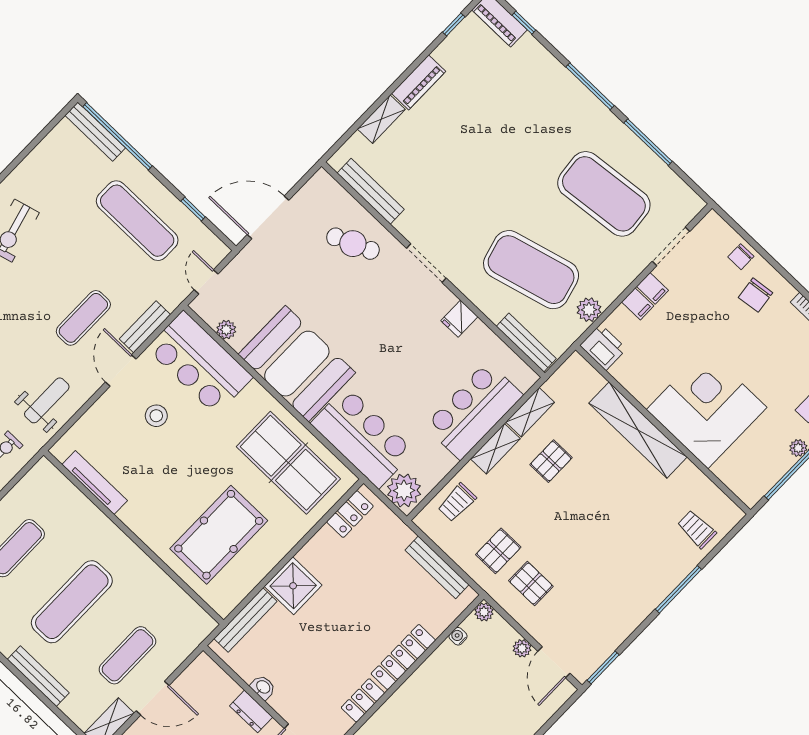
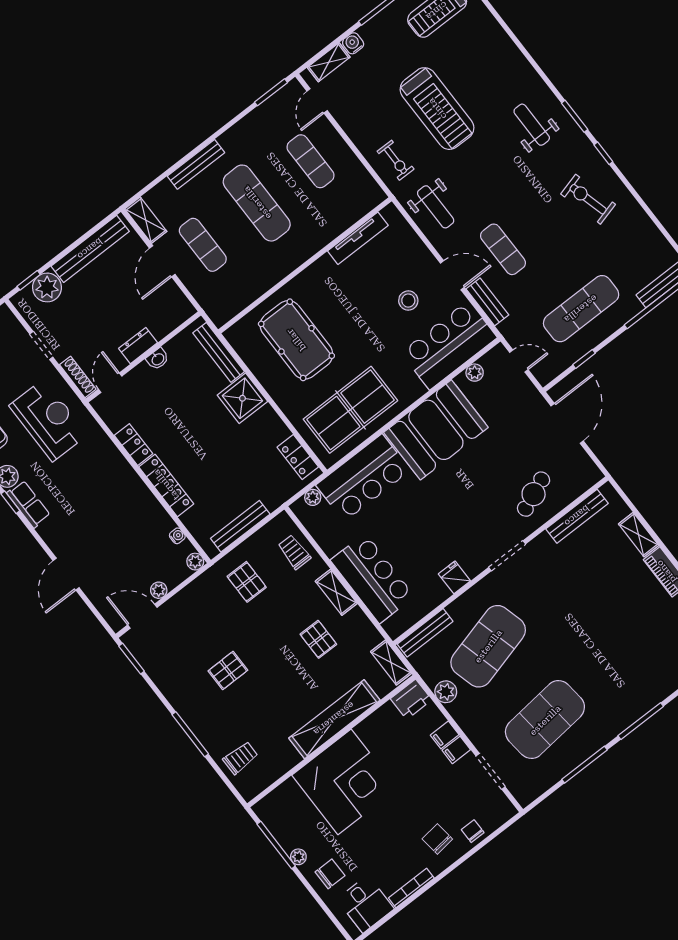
shelving: (530, 412) -> (391, 663), moved
plant: (404, 490) -> (313, 497), width x0.53, depth x0.53
pallet: (531, 583) -> (228, 670), moved

